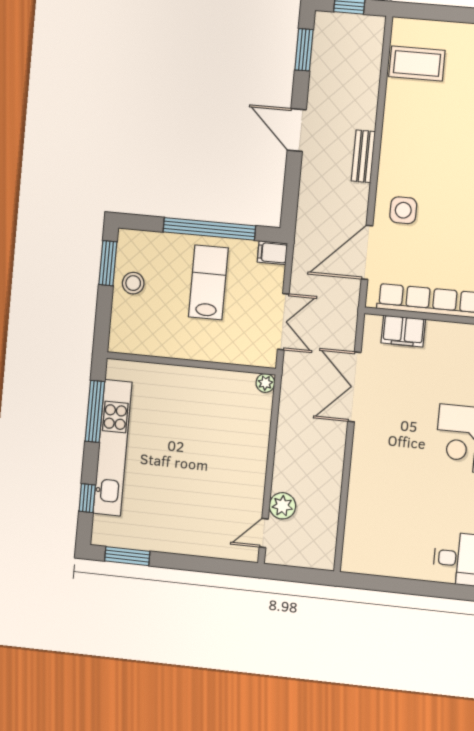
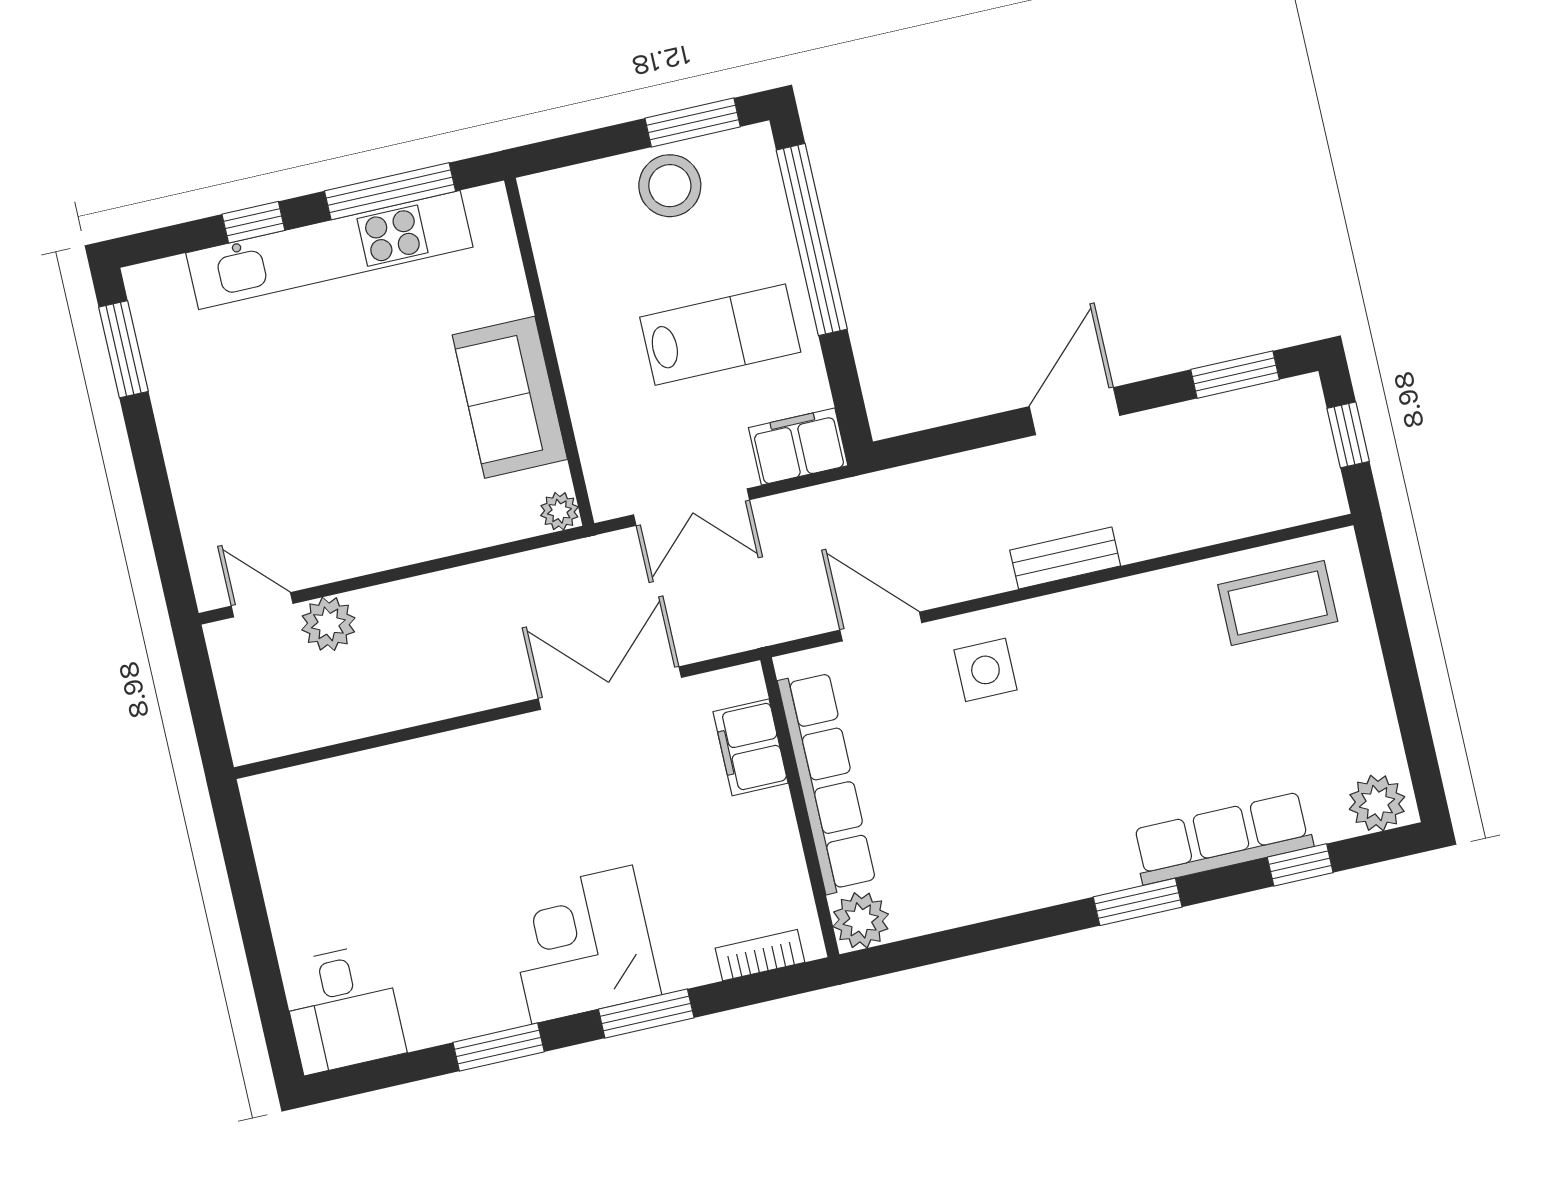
coffee table: (417, 64) -> (1278, 603), turned 90
window: (209, 229) -> (812, 240), moved
door: (367, 252) -> (881, 626), width x0.73
filing cabinet: (272, 253) -> (798, 447), width x2.00
stool: (133, 283) -> (670, 186), width x1.38, depth x1.38
sofa: (206, 388) -> (510, 397), added
window: (87, 498) -> (253, 222), moved

